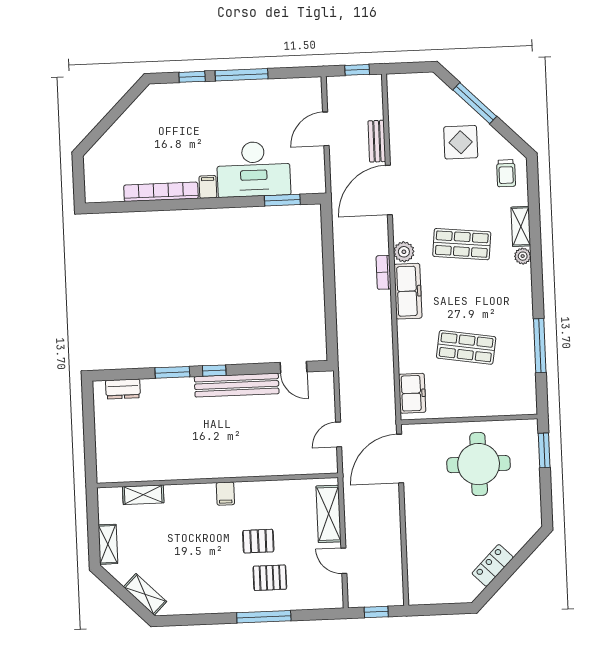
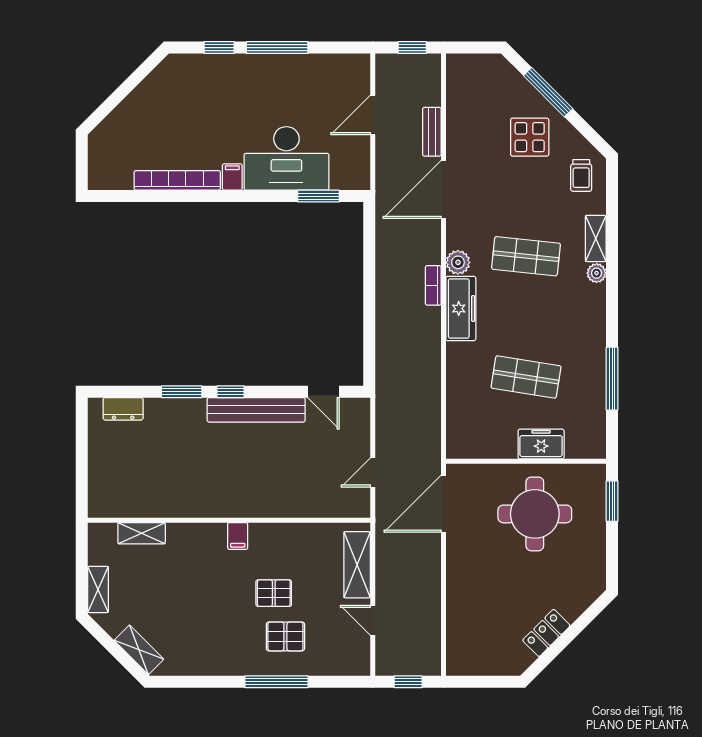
freezer: (412, 393) -> (541, 444), moved, turned -90

